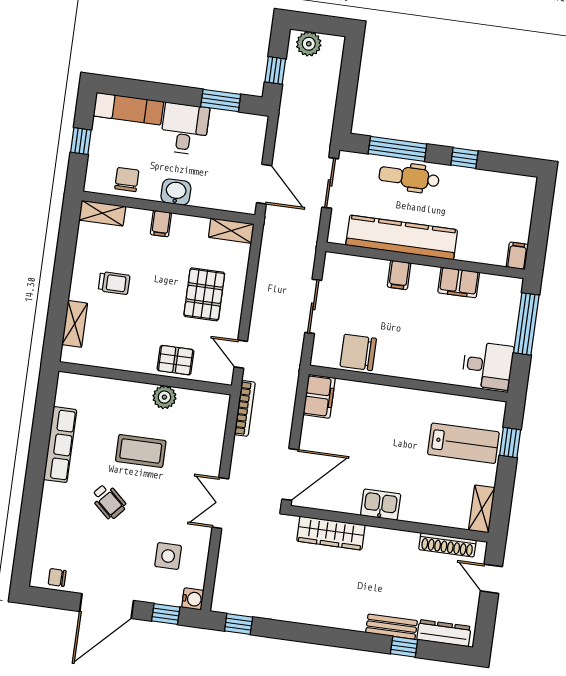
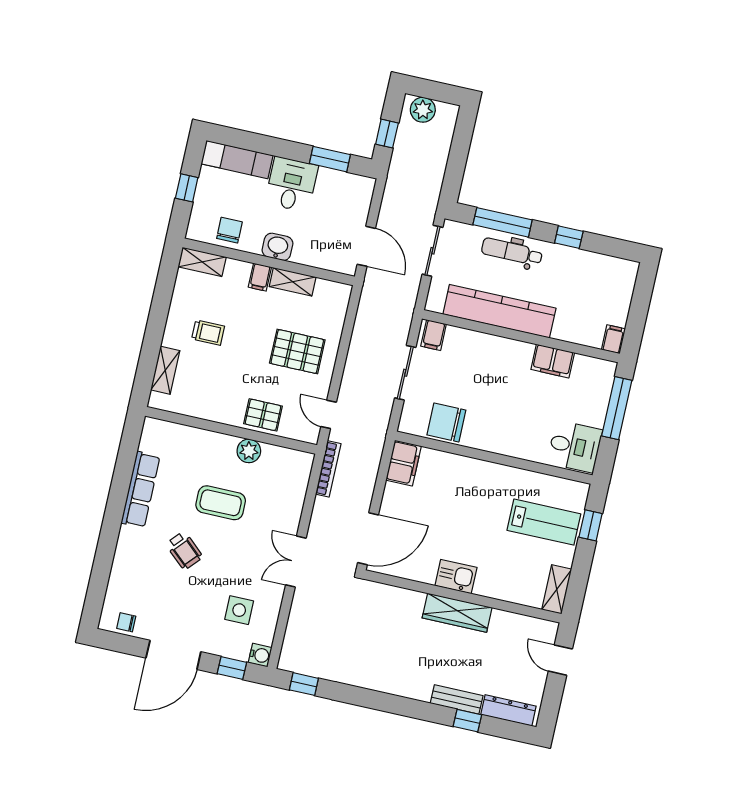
shelving: (231, 231) -> (293, 282), moved
filing cabinet: (399, 275) -> (434, 335), moved
pallet: (204, 294) -> (297, 352), turned 90
wardrobe: (331, 533) -> (457, 613), moved
shoe rack: (447, 545) -> (519, 622), removed

